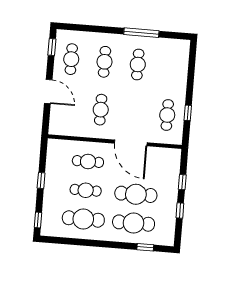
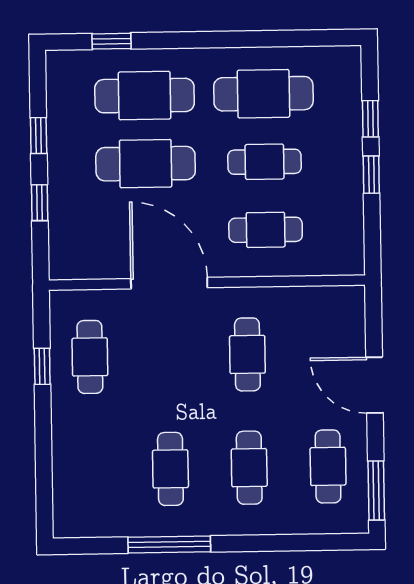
window: (52, 47) -> (376, 491), width x1.50
window: (38, 220) -> (370, 119), moved

